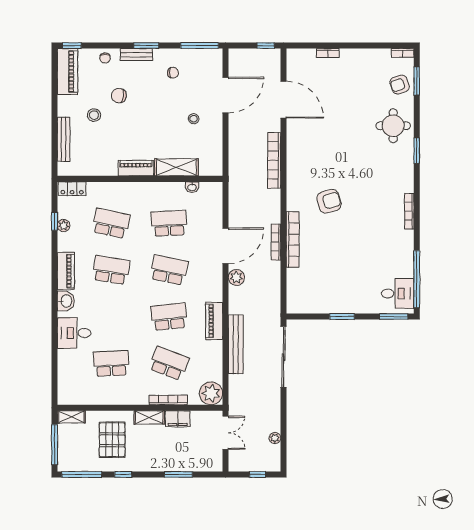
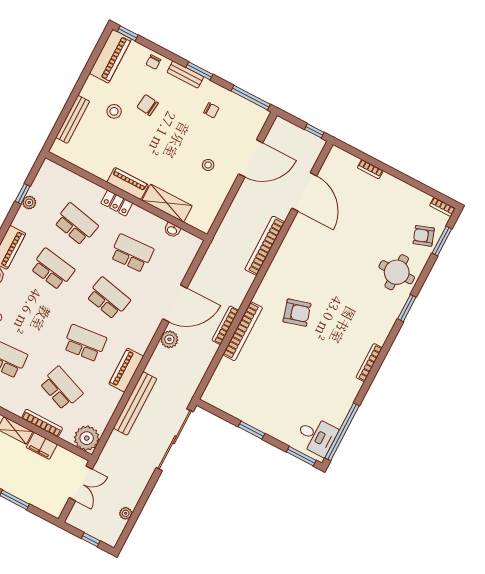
locker: (72, 189) -> (117, 203), moved

